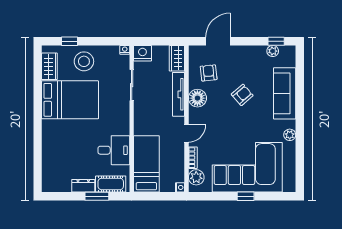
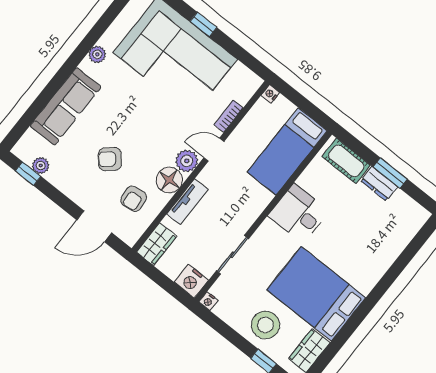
tv unit: (178, 94) -> (187, 202), width x0.71
armchair: (242, 95) -> (110, 159), moved
desk: (114, 150) -> (299, 213), moved
plant: (196, 177) -> (187, 161), moved
window: (97, 196) -> (390, 173), moved

